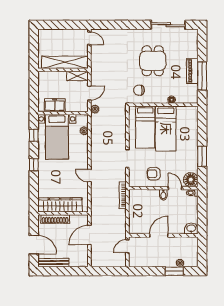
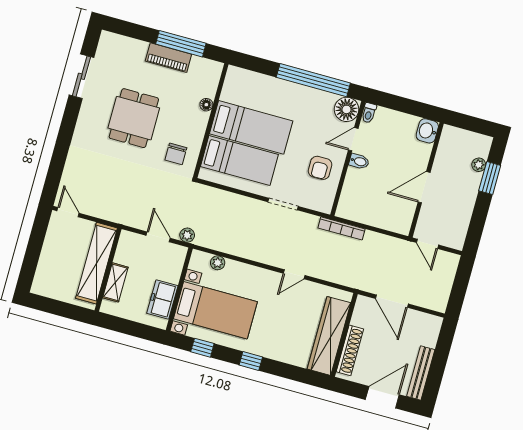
sliding door: (168, 25) -> (81, 76), width x0.73
door: (89, 38) -> (68, 212), hinge flipped
dining table: (153, 61) -> (134, 118), turned 90
shelving: (77, 76) -> (115, 282), moved
window: (202, 156) -> (313, 80), width x2.11
door: (159, 236) -> (424, 187), hinge flipped

